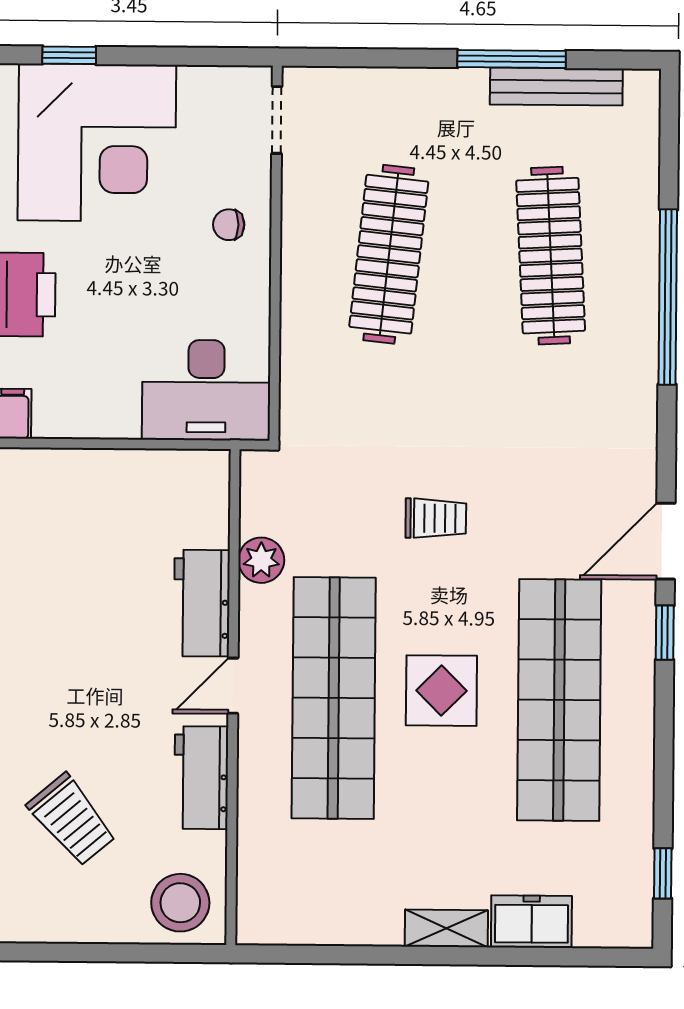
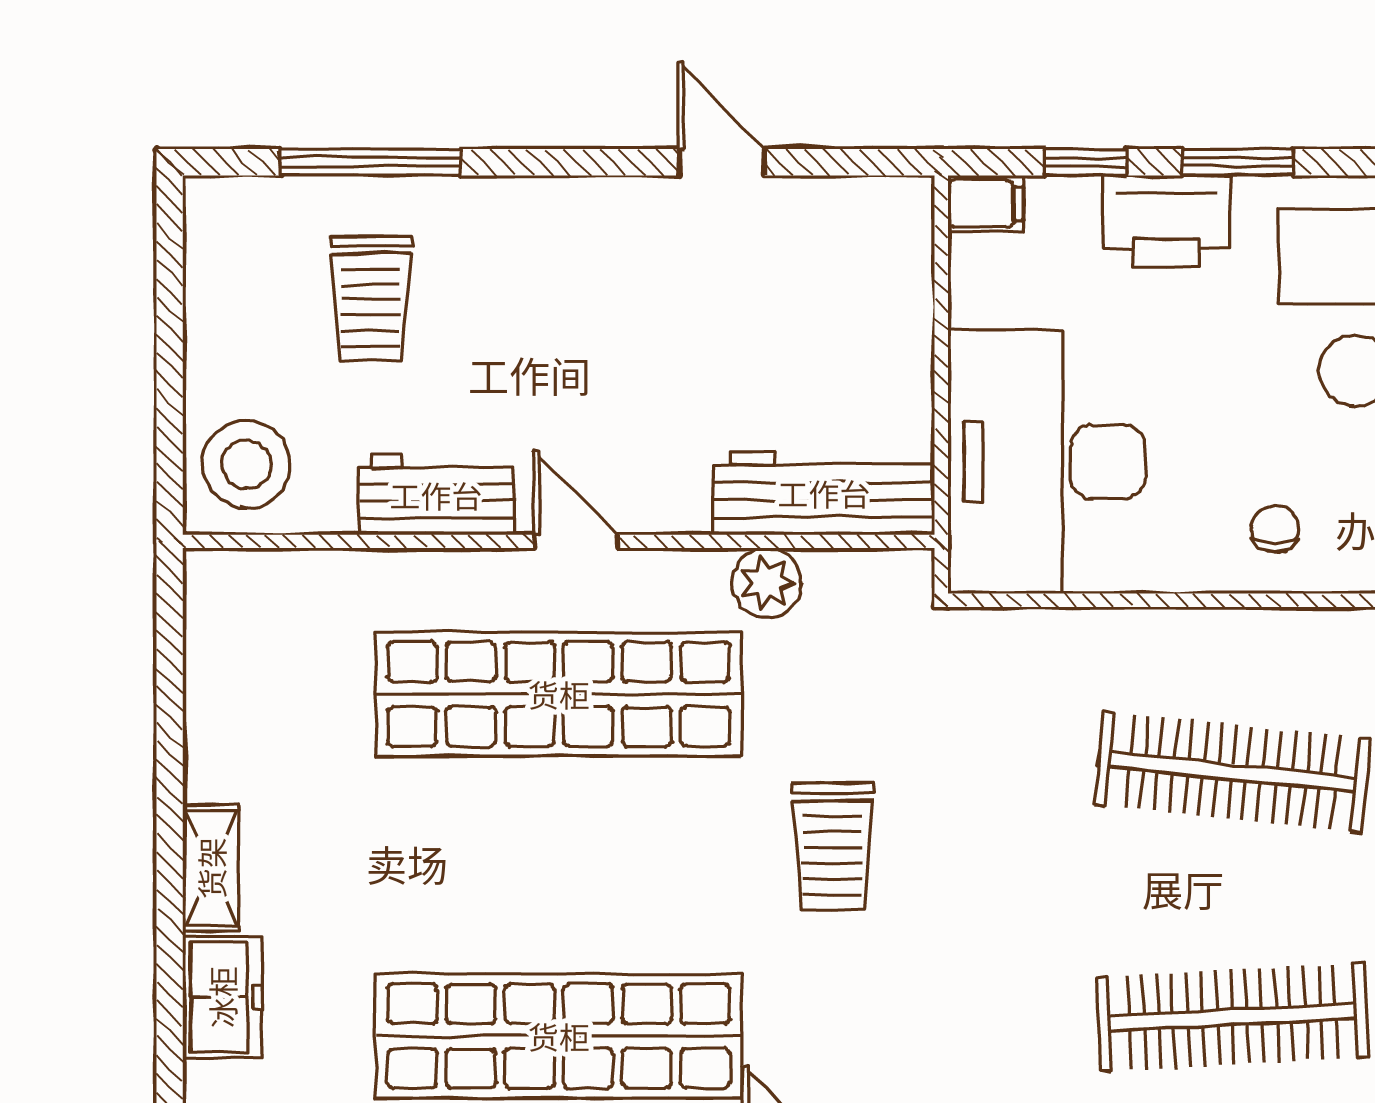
desk: (206, 390) -> (1047, 462), width x1.36, depth x1.30
trolley: (436, 518) -> (833, 847), width x1.36, depth x1.39
workbench: (202, 603) -> (824, 493), moved, width x1.38
display table: (441, 691) -> (571, 857), removed
trolley: (72, 820) -> (371, 299), turned -50

